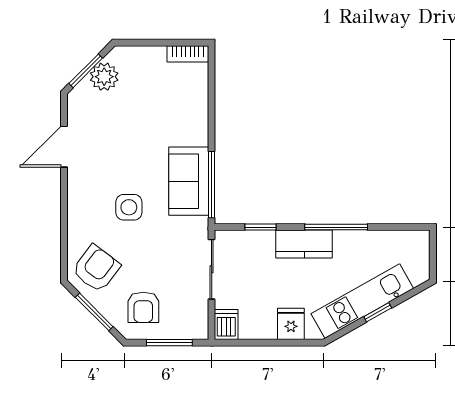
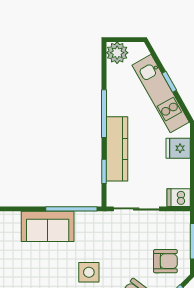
sofa: (189, 181) -> (48, 226), moved
kitchen counter: (304, 244) -> (117, 149), width x1.50
plant: (416, 244) -> (117, 53), added

